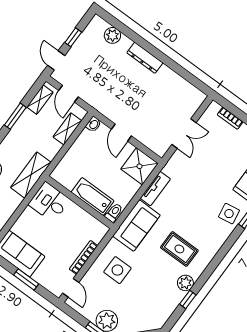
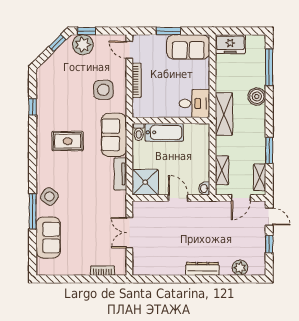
door: (68, 94) -> (241, 198), swing flipped
side table: (229, 214) -> (49, 196), turned 45
plant: (185, 283) -> (44, 118), removed

